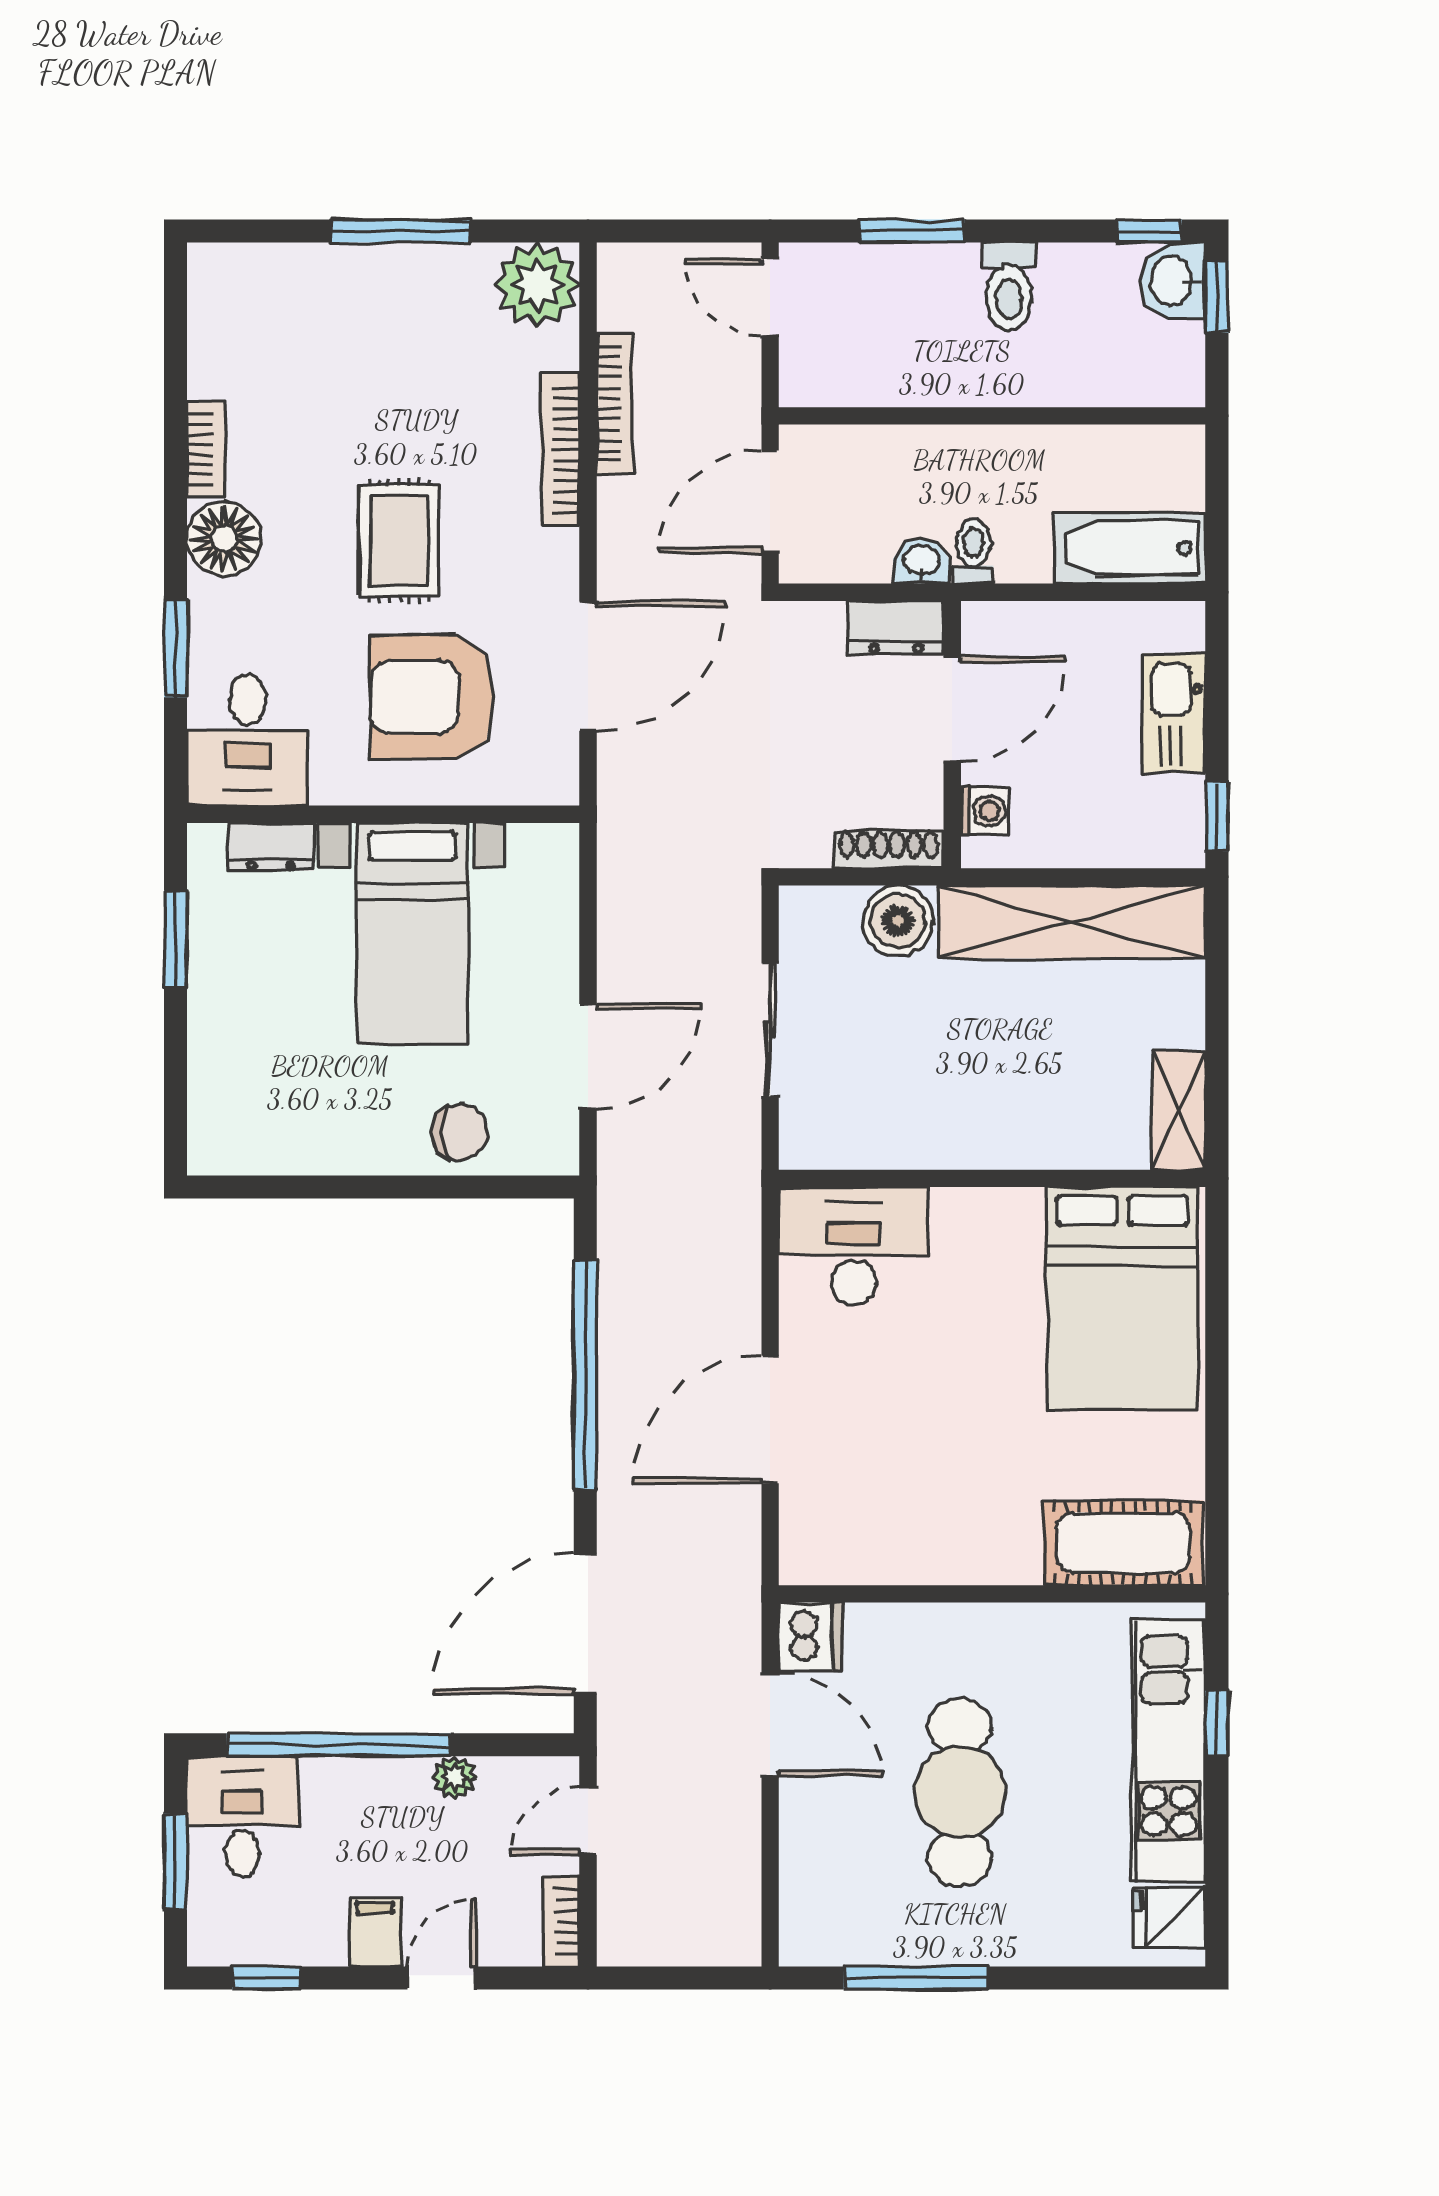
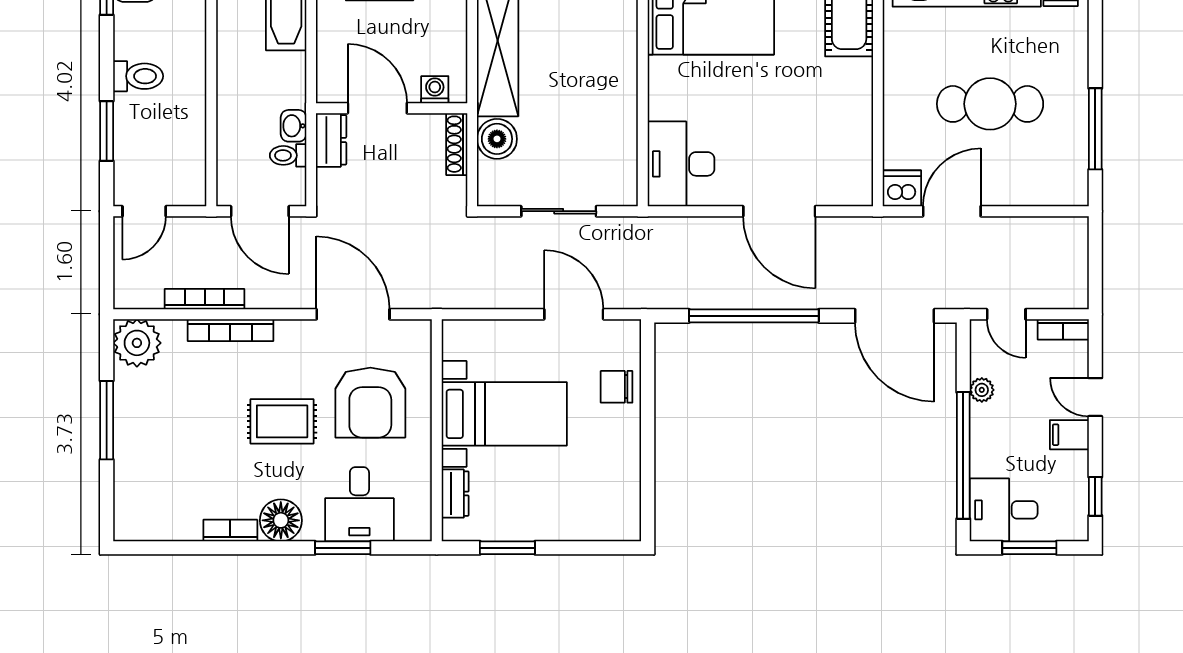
toilet: (973, 551) -> (288, 155), moved
desk: (248, 740) -> (359, 504), moved, turned 90
chair: (460, 1132) -> (617, 387), turned -90

